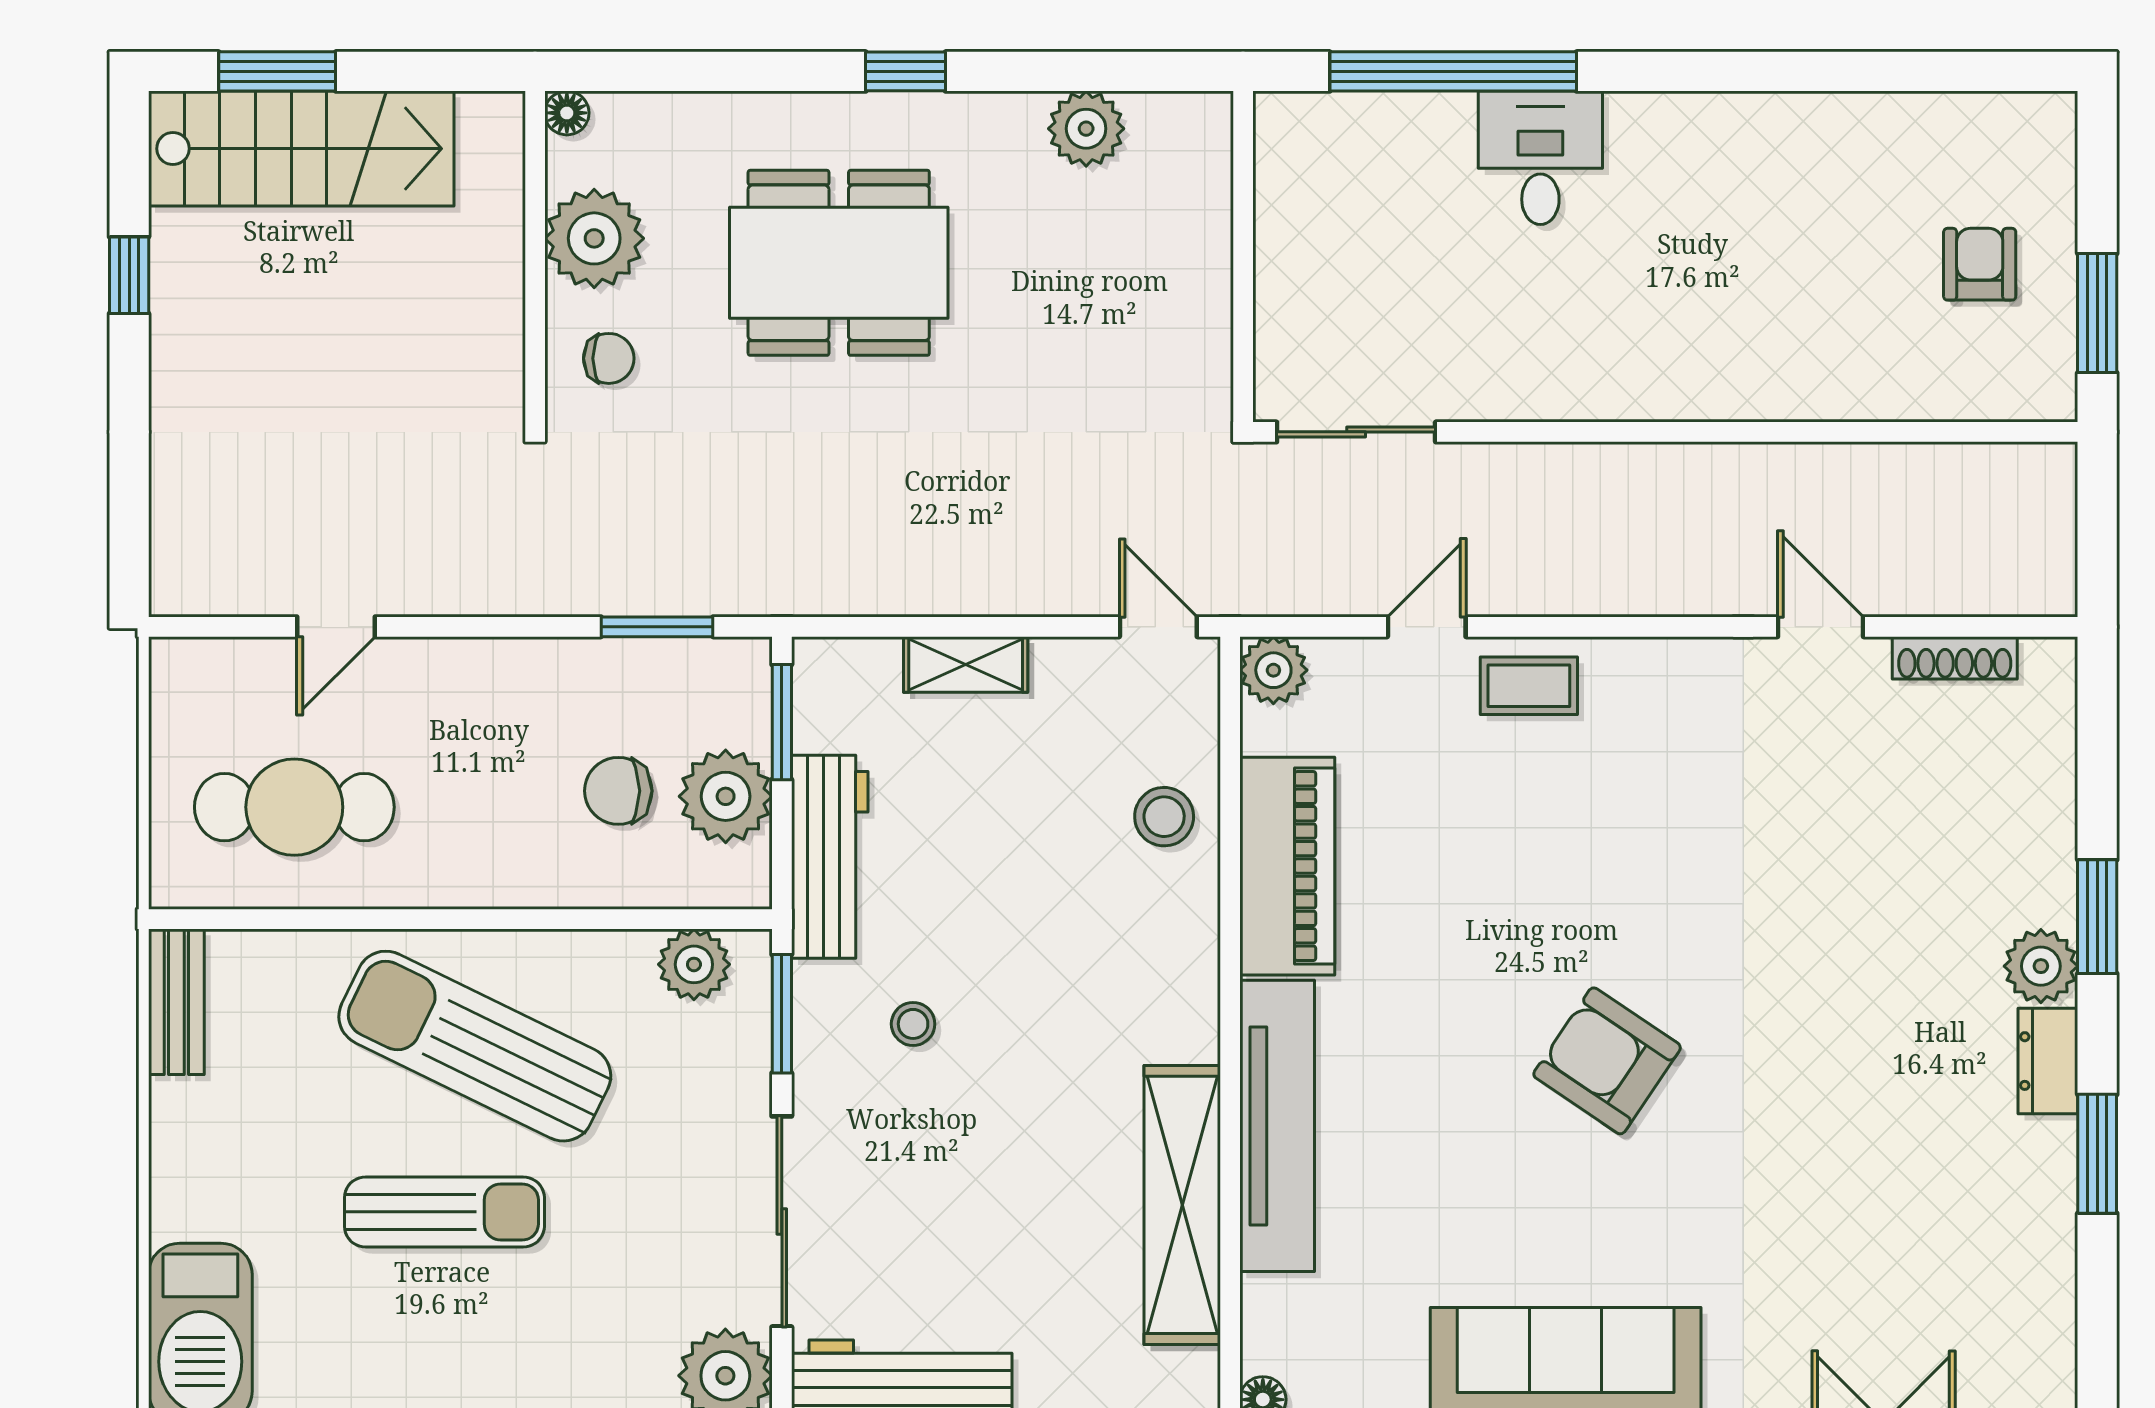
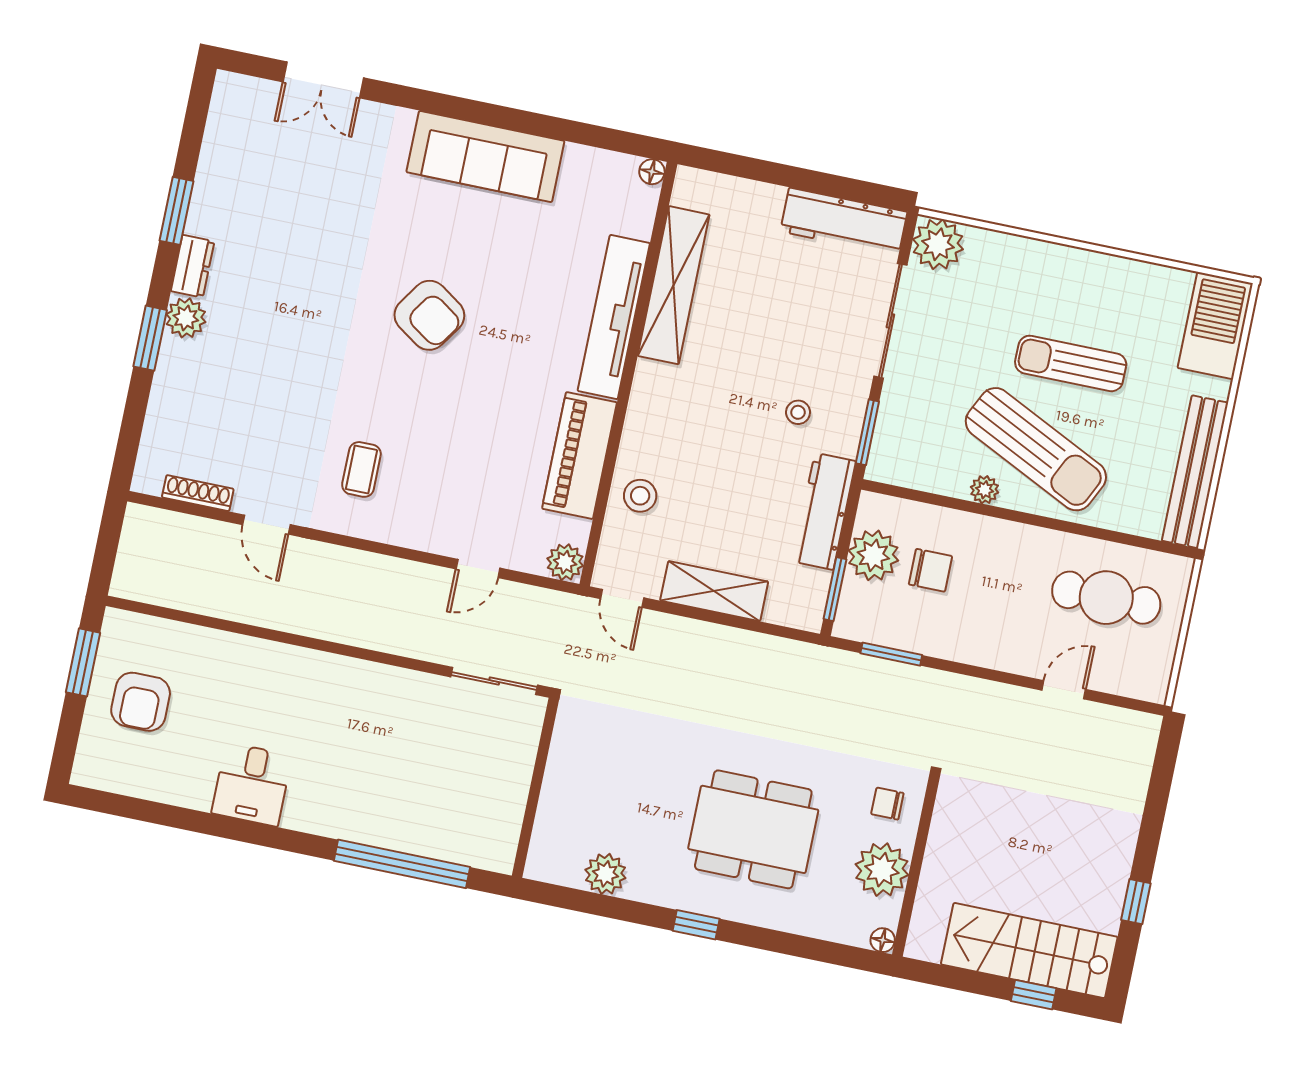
window: (277, 71) -> (1034, 995), width x0.67
desk: (1540, 158) -> (252, 784), moved
armchair: (1980, 264) -> (141, 702), width x1.38, depth x1.38
shelving: (966, 664) -> (714, 591), width x1.50, depth x1.33
coffee table: (1529, 686) -> (361, 469), moved, turned 90
plant: (694, 964) -> (985, 490), moved, width x0.73, depth x0.73
bench: (176, 1002) -> (1195, 472), width x1.86, depth x1.21

